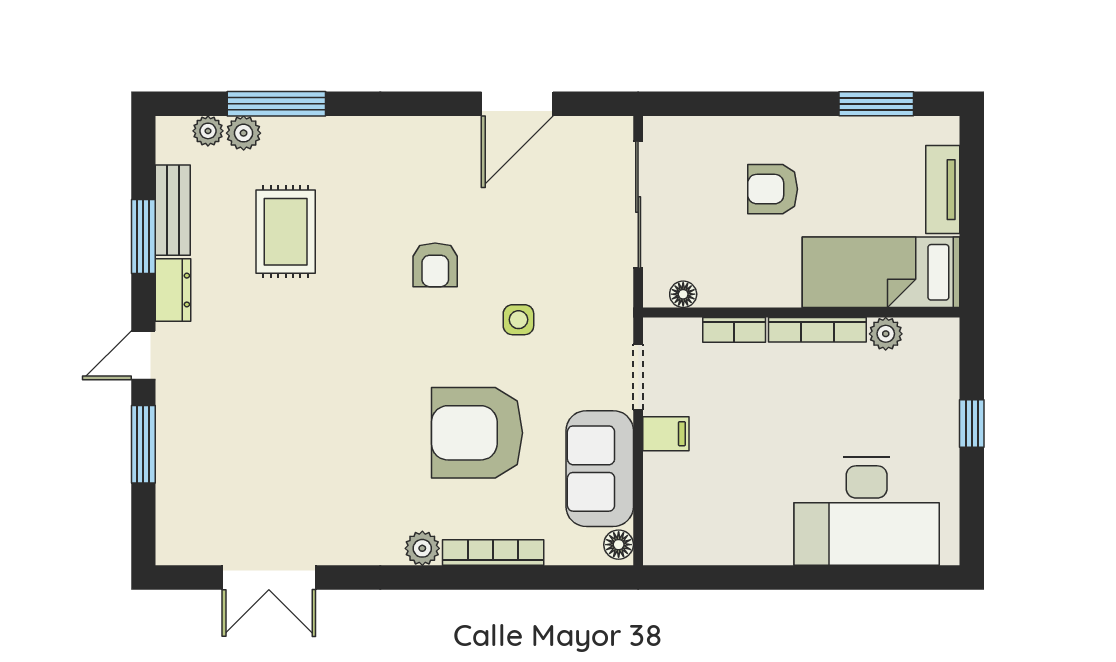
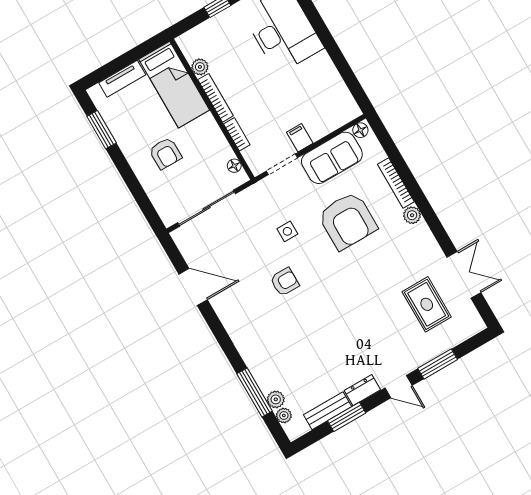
rug: (286, 232) -> (427, 304), moved, turned 90

